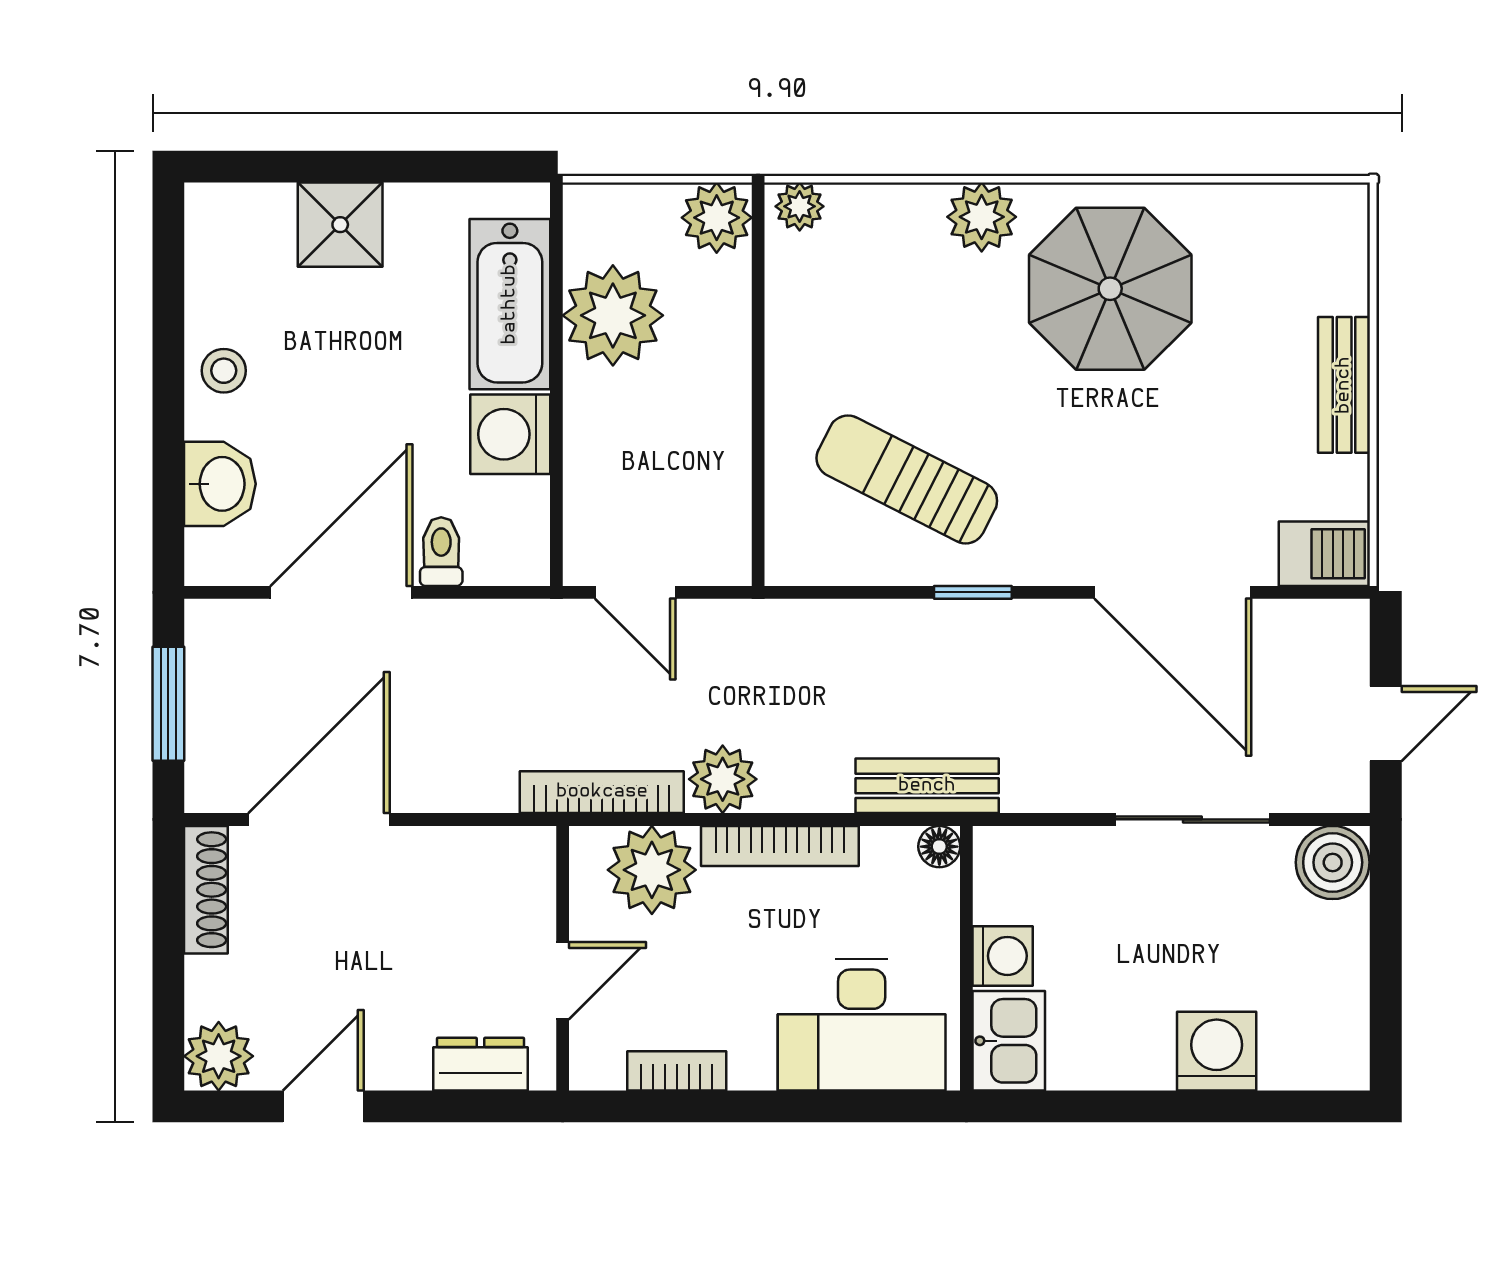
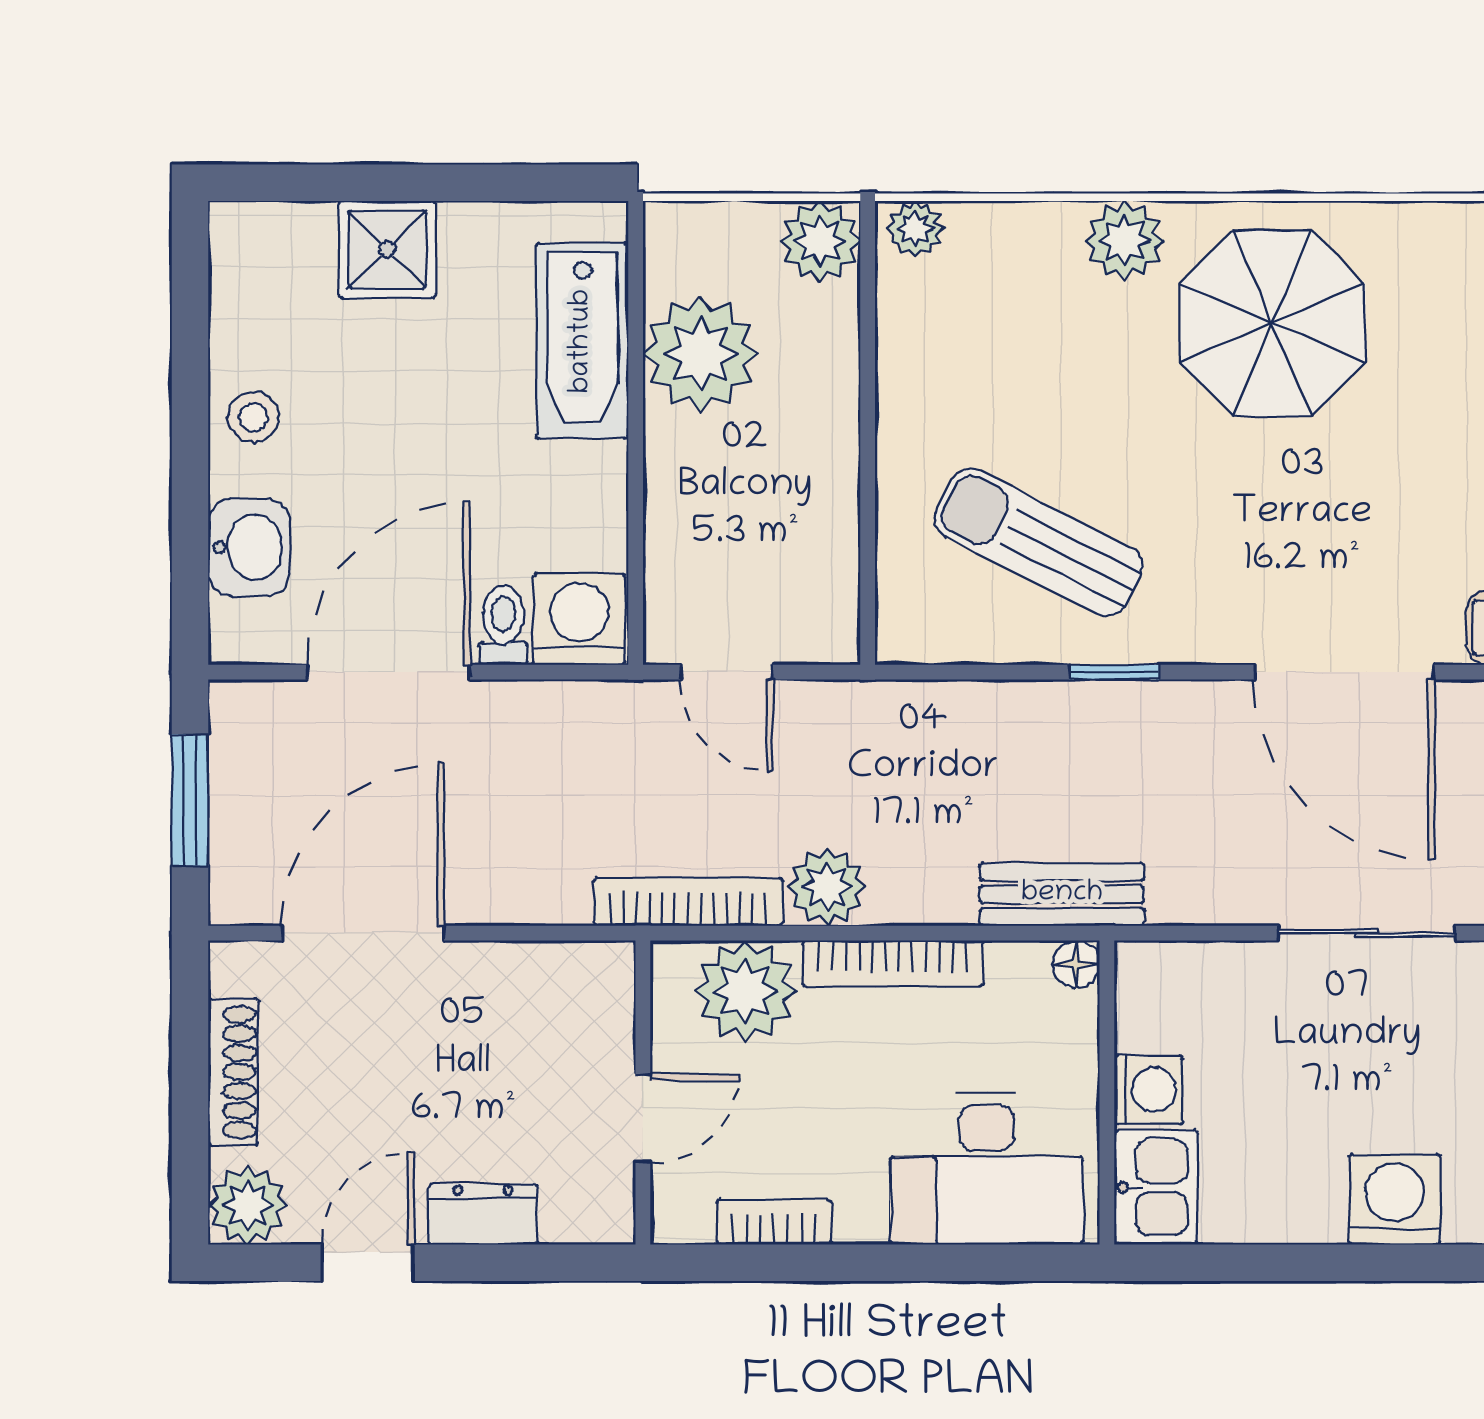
washing machine: (510, 434) -> (579, 619), moved, turned 90
shoe rack: (206, 890) -> (233, 1072), moved
dresser: (481, 1064) -> (483, 1214), moved

